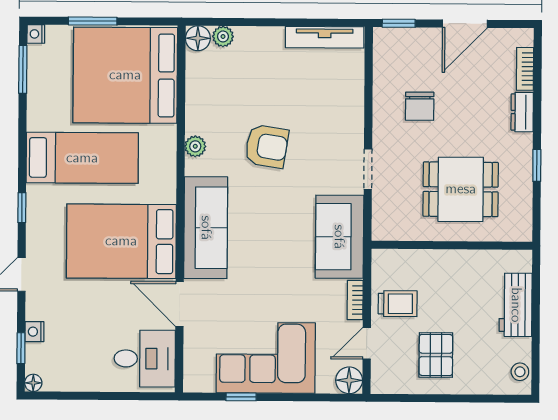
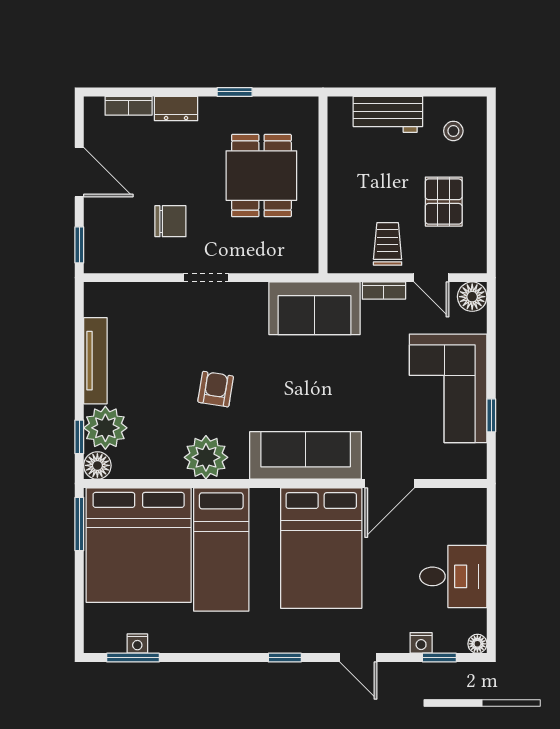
window: (93, 21) -> (79, 524), moved
window: (224, 22) -> (79, 437), added
nightstand: (36, 34) -> (137, 644), moved
plant: (223, 36) -> (105, 428), width x1.87, depth x1.87
tv unit: (325, 37) -> (95, 361), moved
plant: (195, 146) -> (206, 457), width x1.88, depth x1.88
armchair: (267, 146) -> (216, 389), width x0.72, depth x0.72
bed: (82, 158) -> (221, 550), moved, turned 180
doorway: (368, 169) -> (206, 278), moved
pallet: (436, 355) -> (444, 202), turned 90
desk: (145, 359) -> (453, 576), moved, turned 90
stool: (520, 372) -> (453, 131), moved

